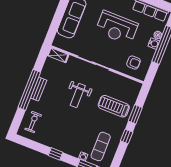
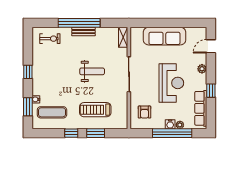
reception desk: (117, 28) -> (171, 83), turned 180
weight bench: (78, 95) -> (92, 71), turned 180
treadmill: (114, 106) -> (95, 110), turned -90

